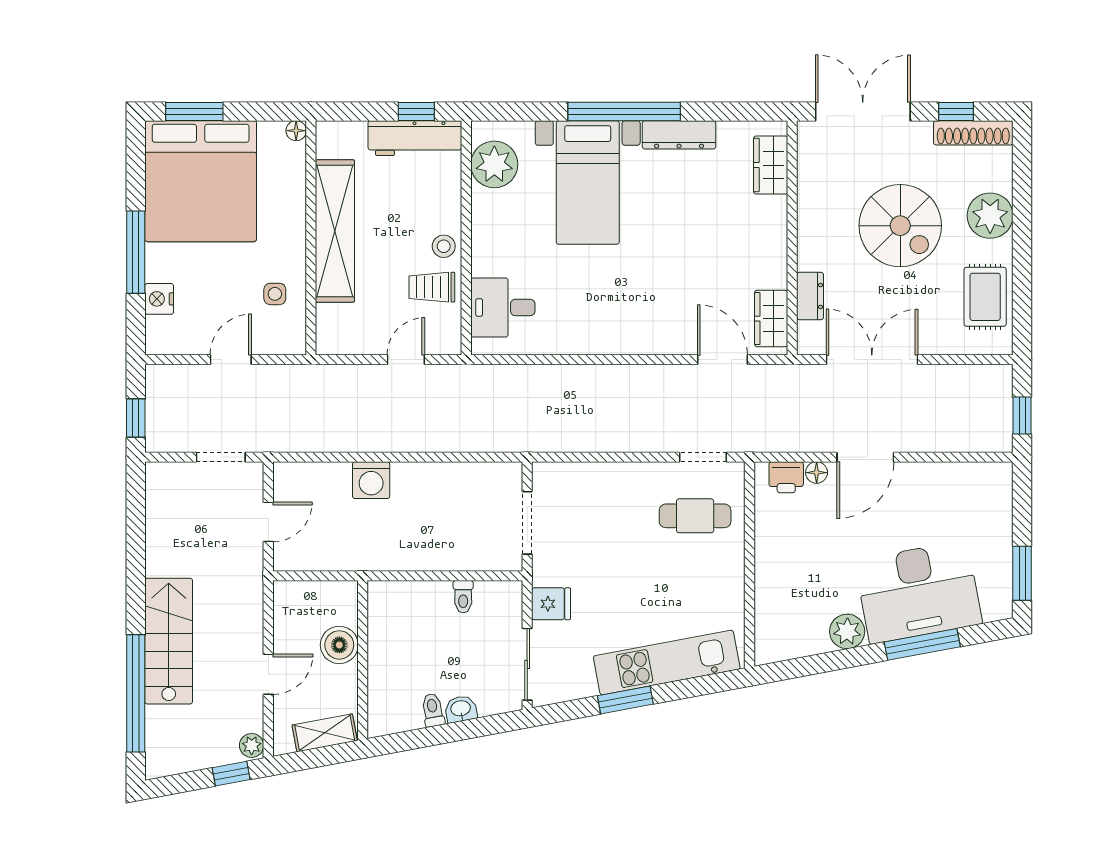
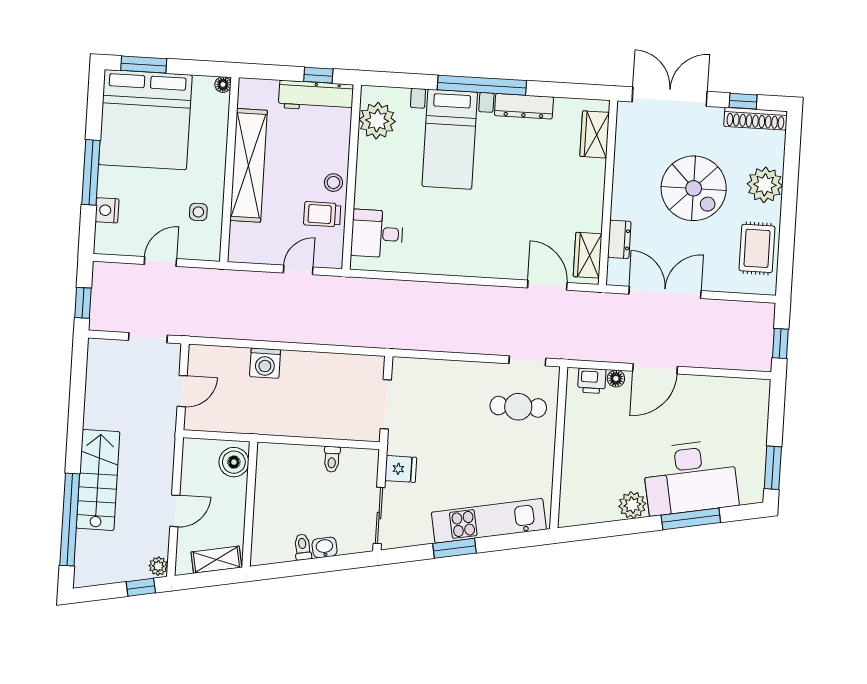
boiler: (339, 645) -> (234, 462), moved

